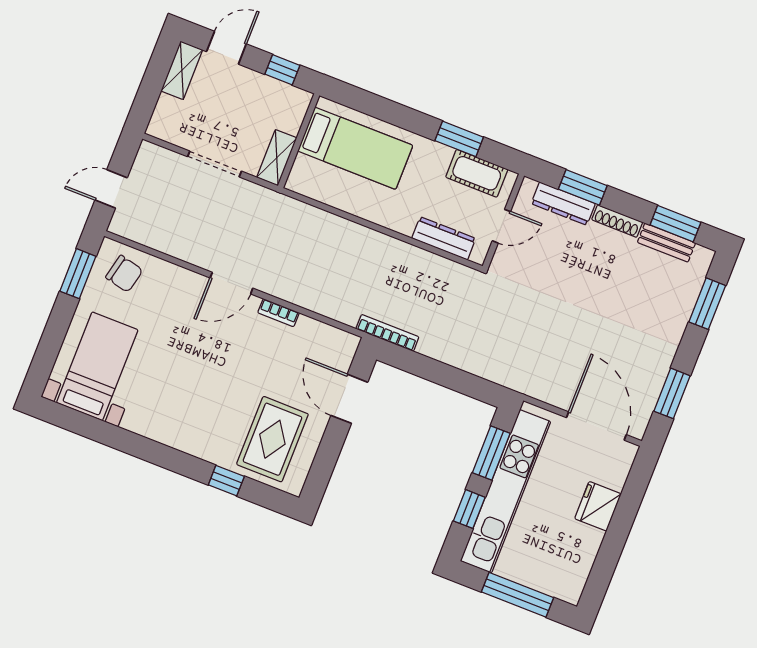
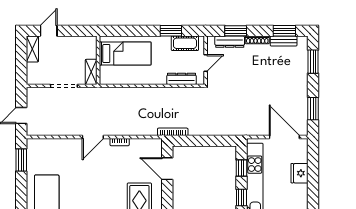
window: (282, 70) -> (78, 31), removed
chair: (124, 274) -> (42, 152), removed
window: (491, 453) -> (241, 168), width x0.67

